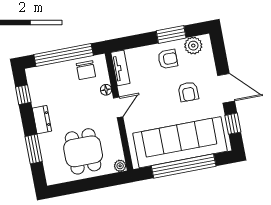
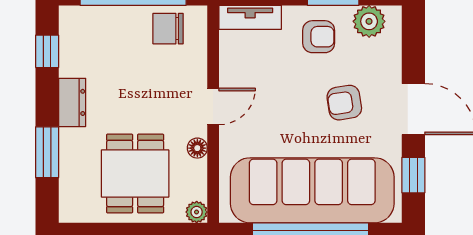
tv unit: (120, 68) -> (250, 17), moved, turned 90
chair: (86, 70) -> (168, 29), turned 90
floor lamp: (106, 90) -> (197, 148), moved
armchair: (188, 92) -> (344, 103), turned 81

